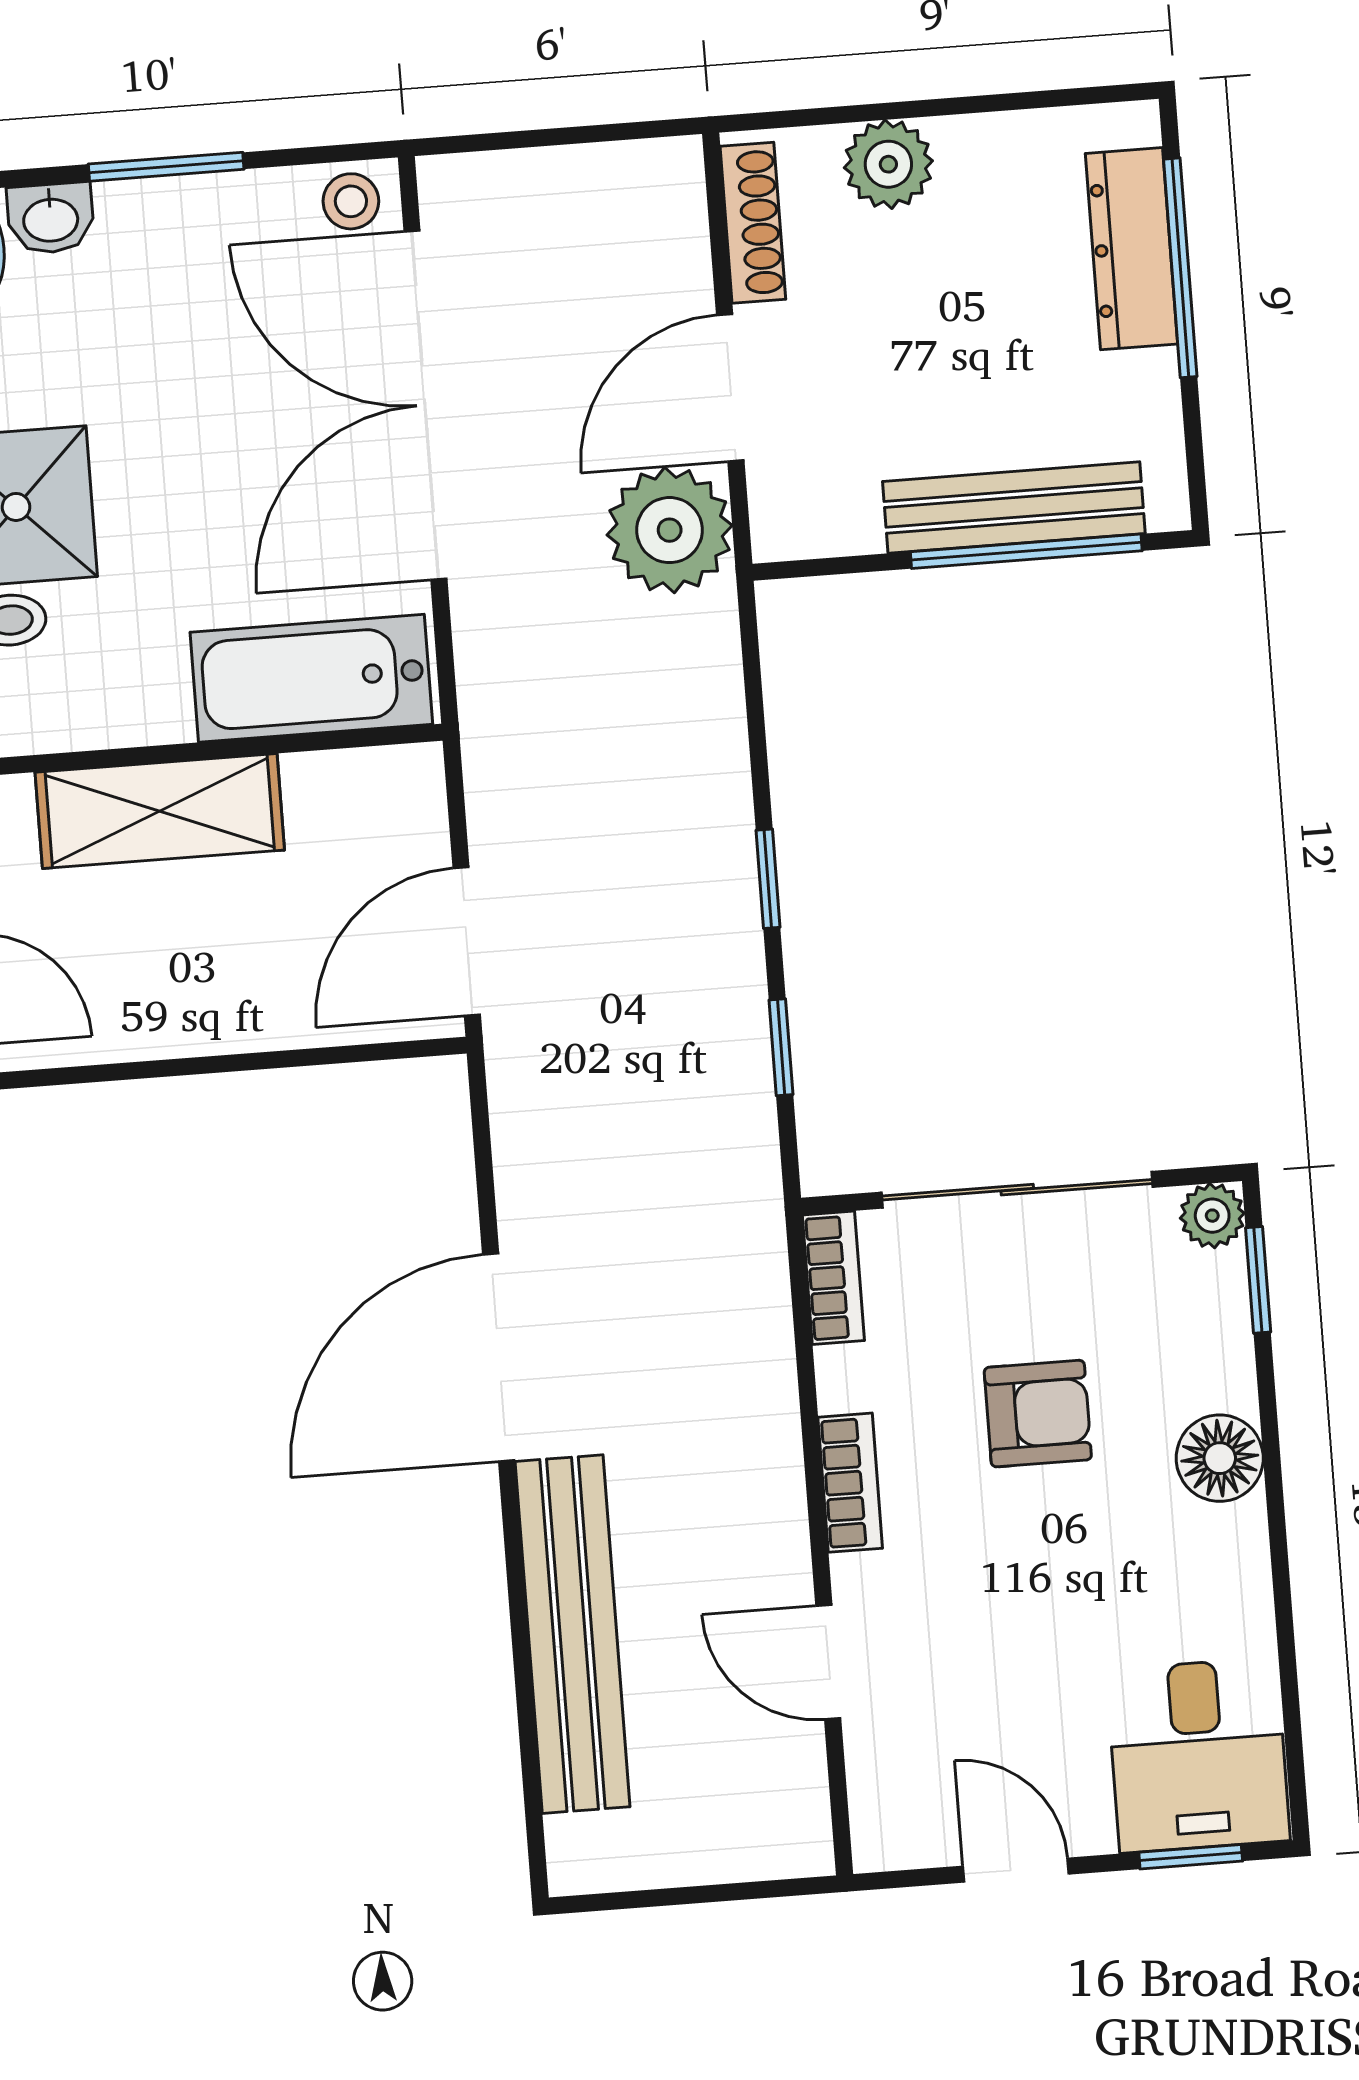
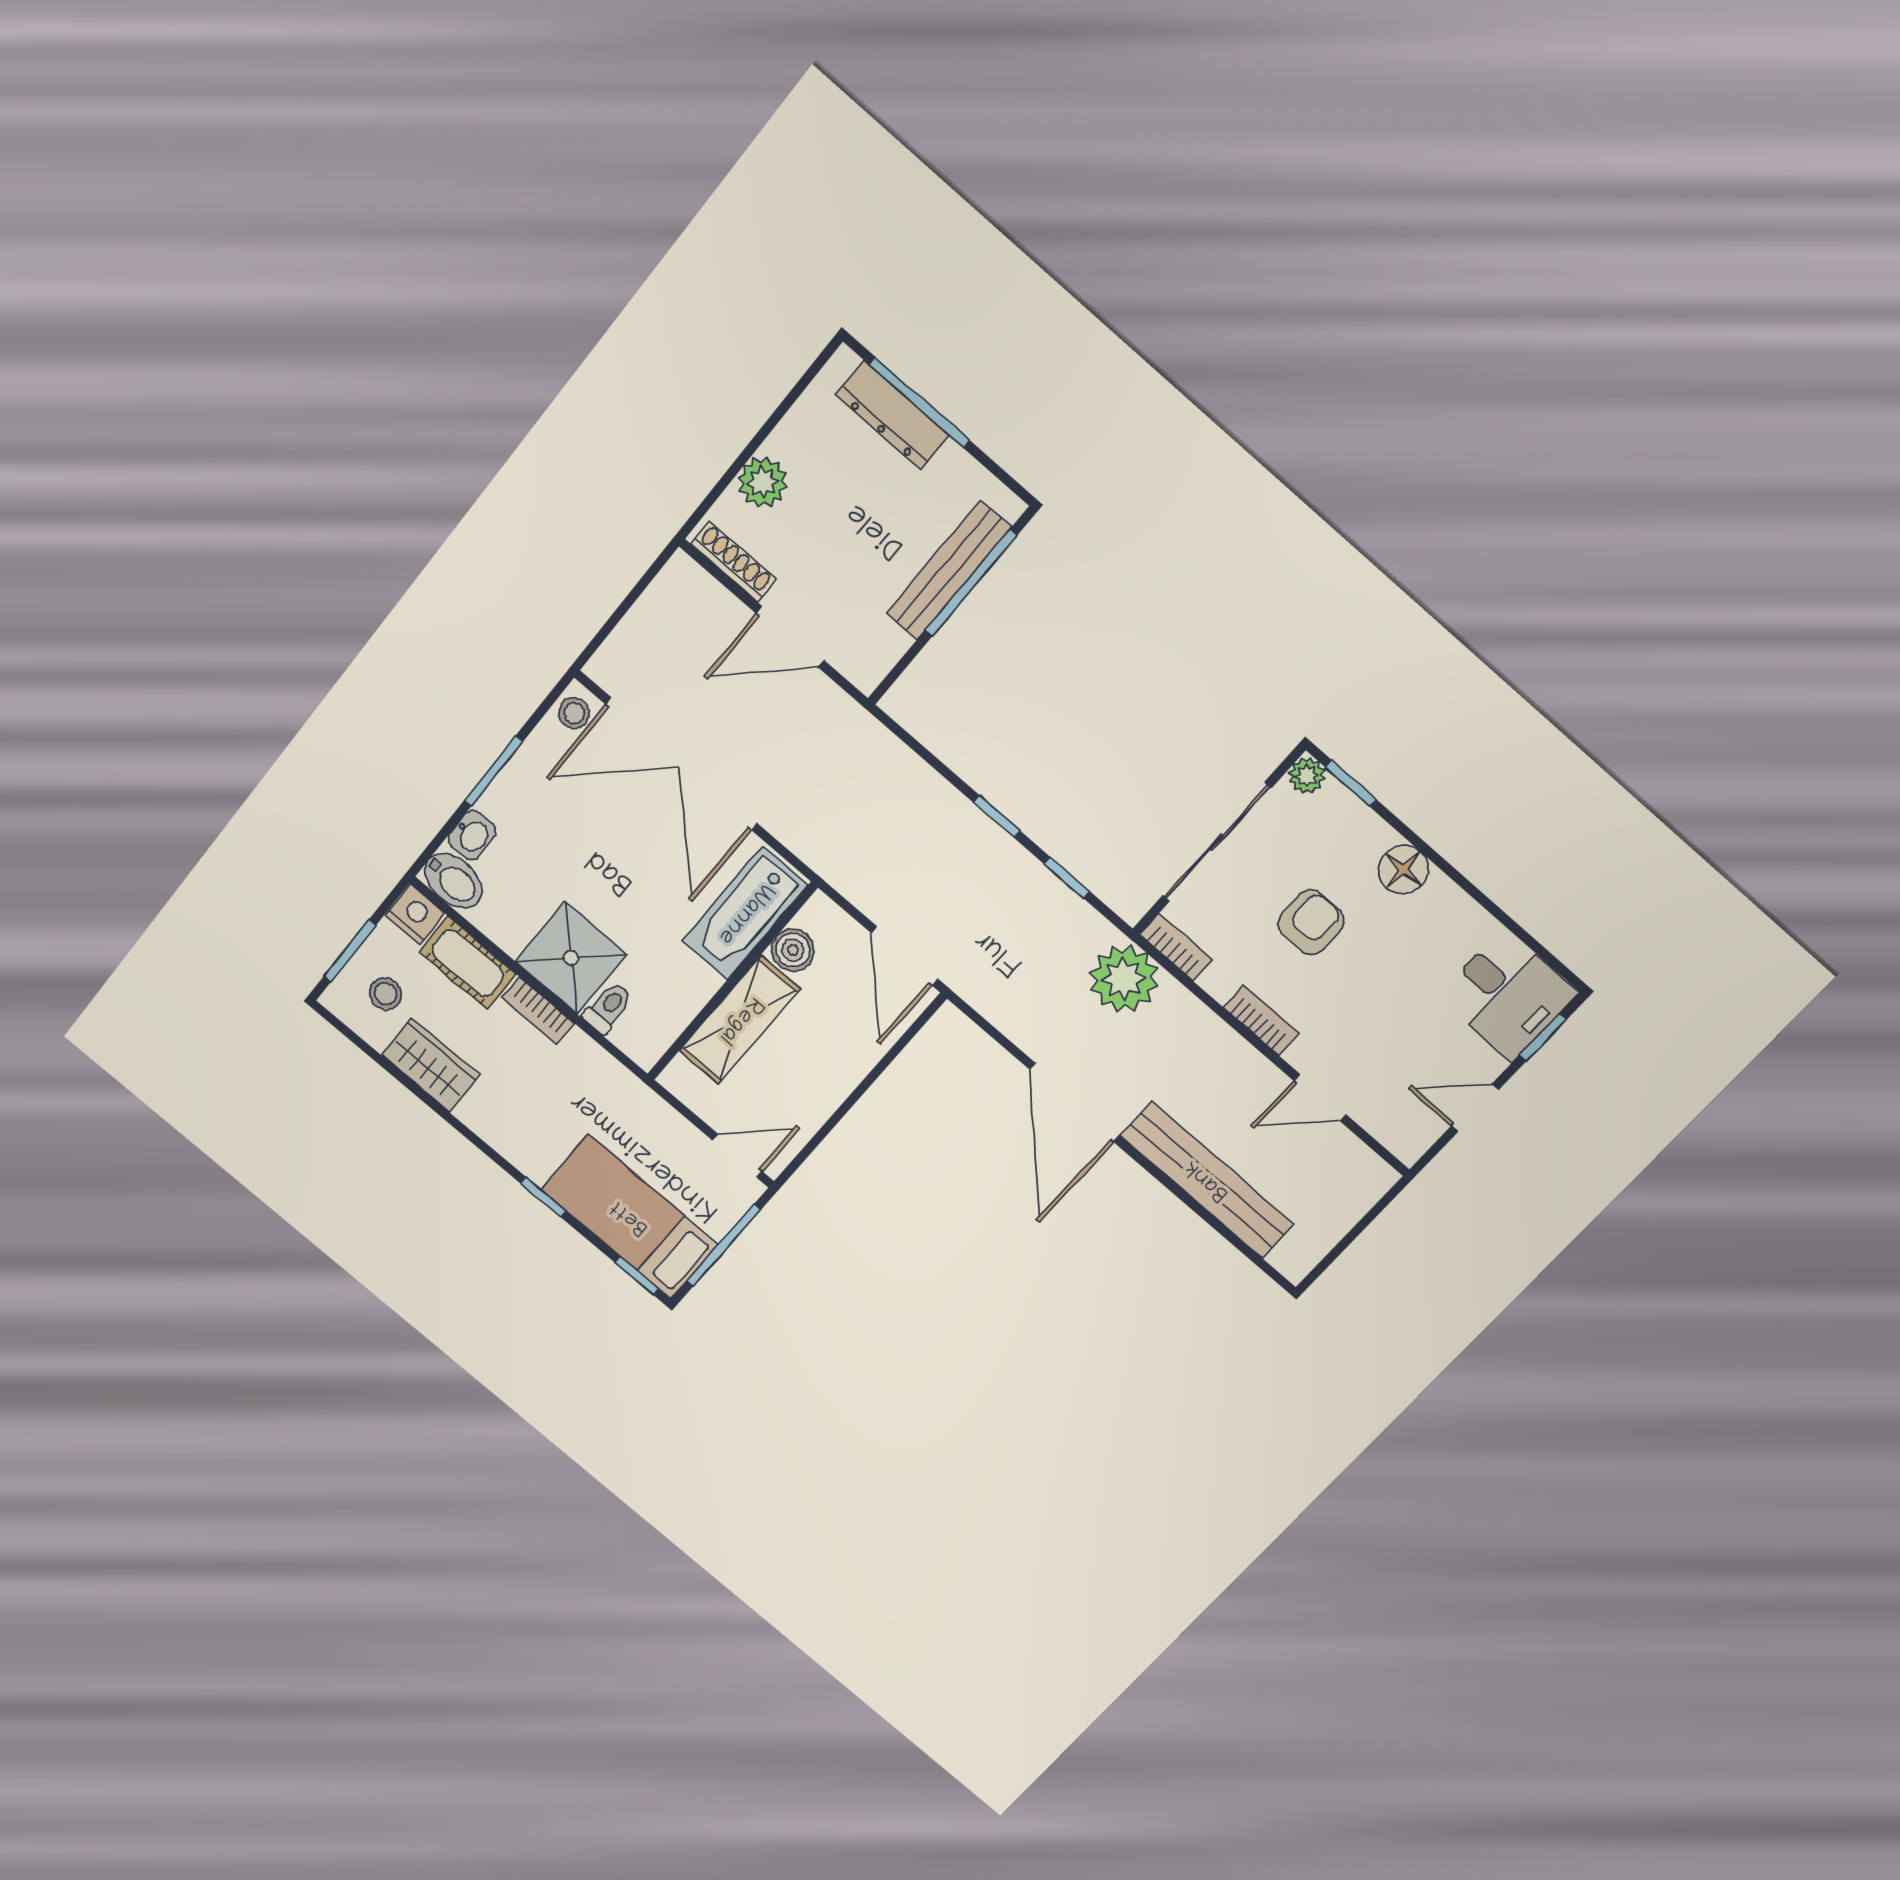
door: (730, 388) -> (790, 637), hinge flipped
plant: (670, 530) -> (1124, 979), moved
boiler: (326, 789) -> (793, 950), added

